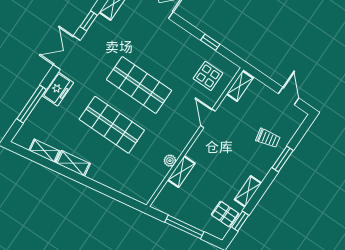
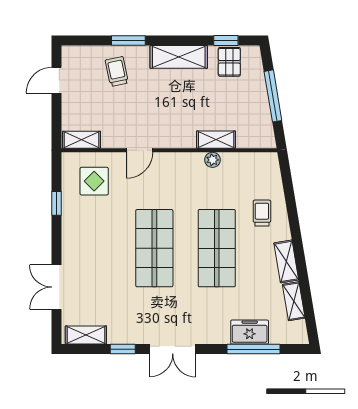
freezer: (58, 89) -> (250, 332), moved
trolley: (115, 169) -> (262, 213), added
shelving: (248, 191) -> (179, 57), width x1.50, depth x1.33

